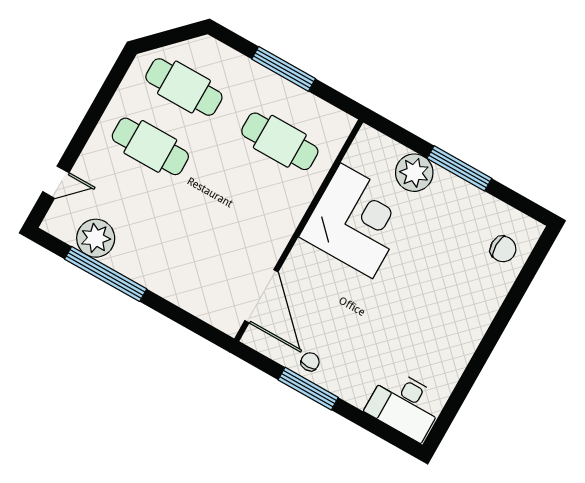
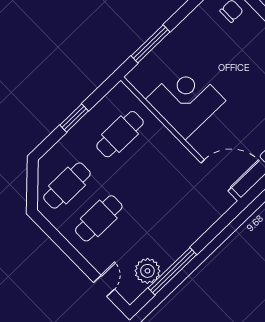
window: (284, 69) -> (74, 118), width x0.69
window: (459, 168) -> (151, 44), moved
plant: (414, 173) -> (166, 54), removed

